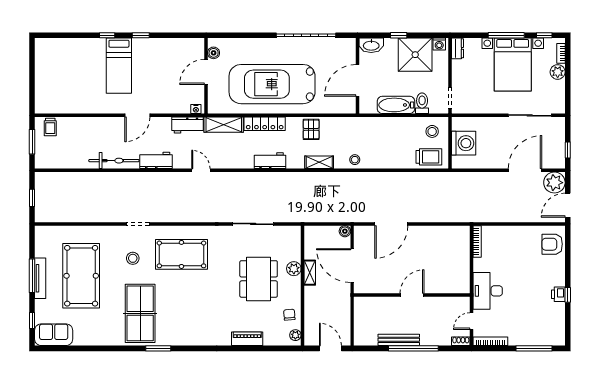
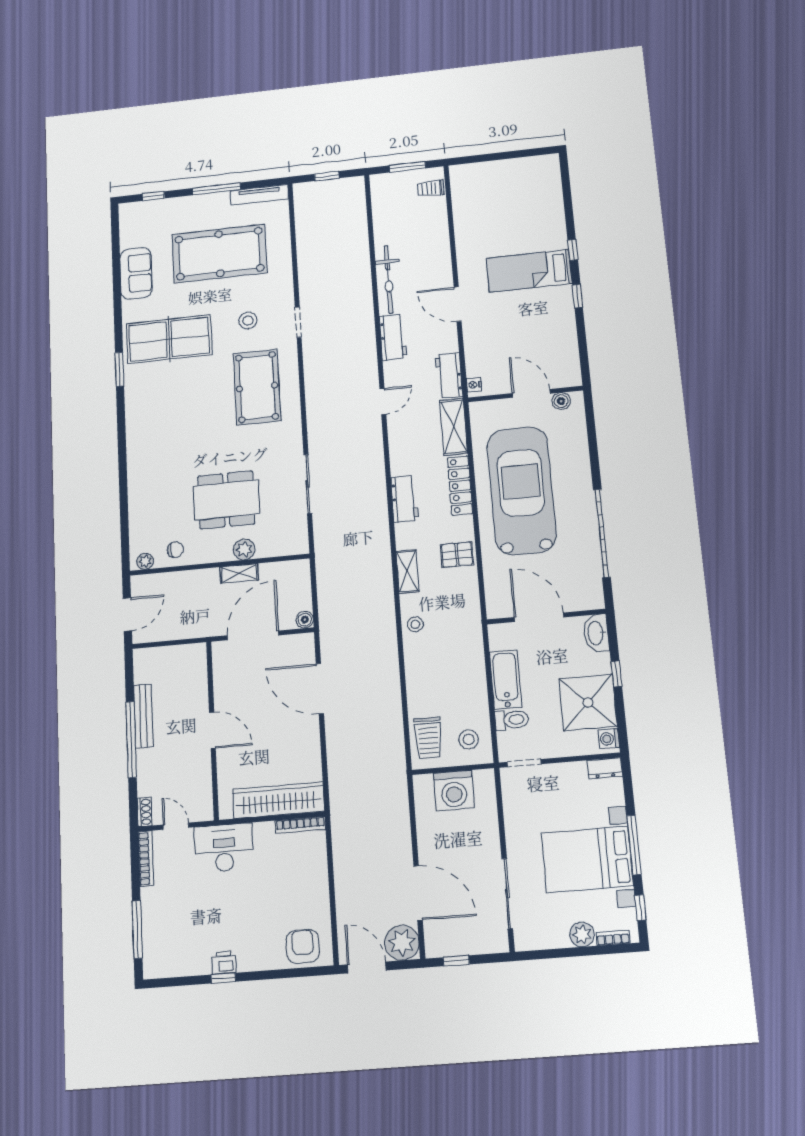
wardrobe: (460, 255) -> (279, 800), added
tv unit: (40, 278) -> (259, 195), moved
sofa: (54, 335) -> (136, 273), moved
piano: (247, 339) -> (138, 492), removed

